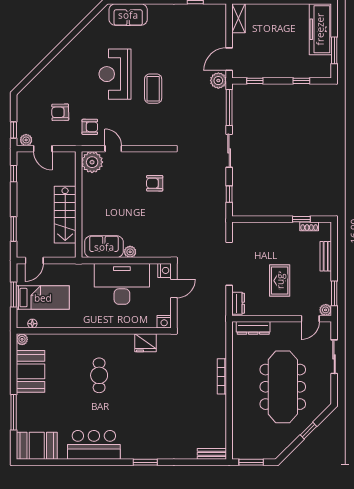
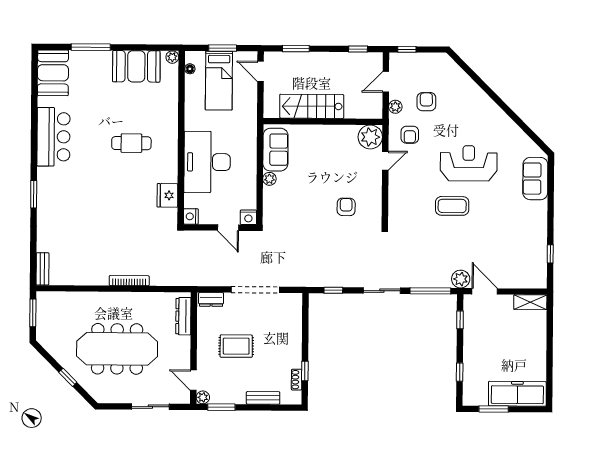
plant: (26, 140) -> (395, 107), moved
desk: (122, 284) -> (207, 162), moved, turned 180

